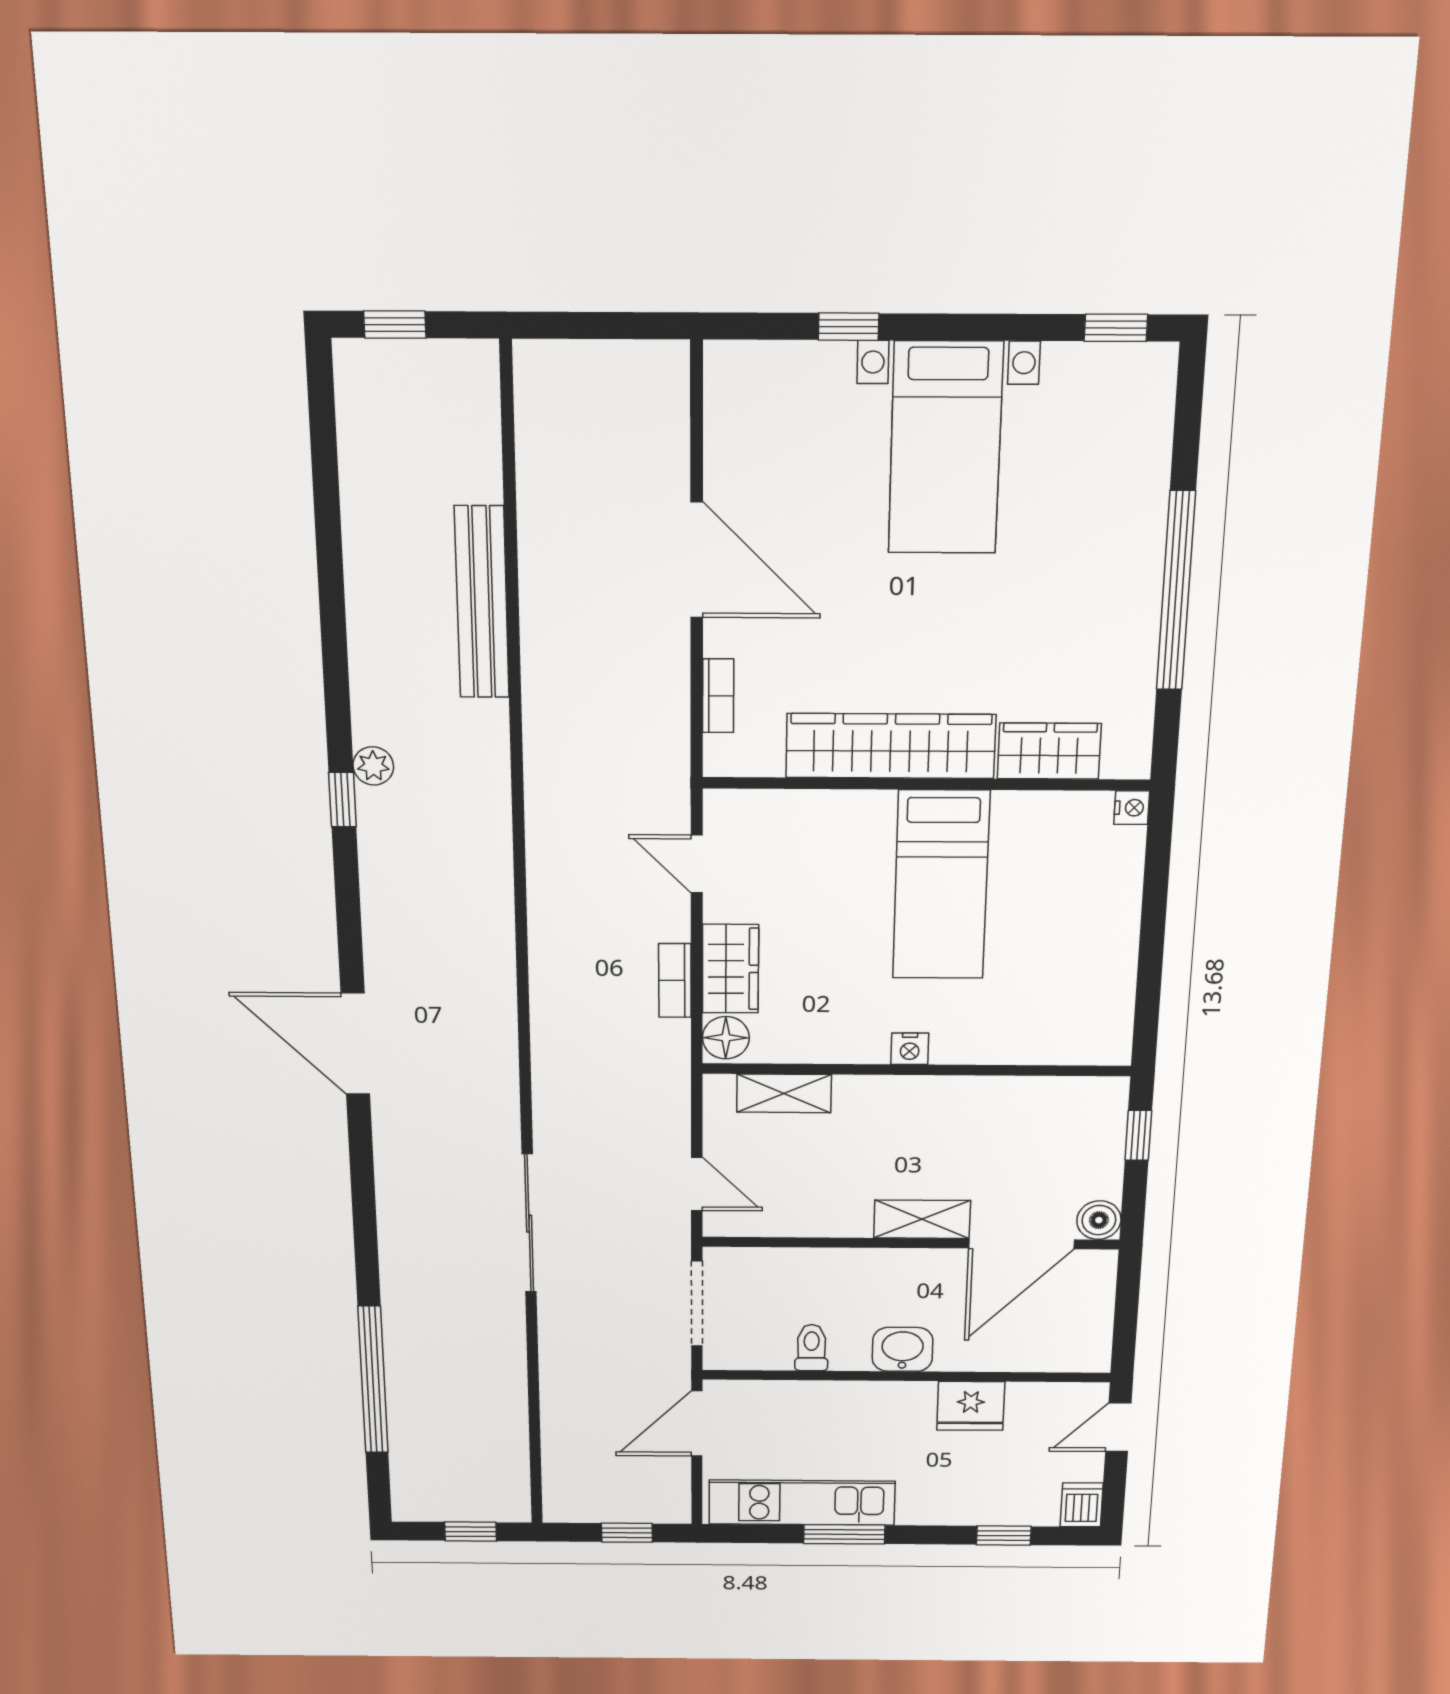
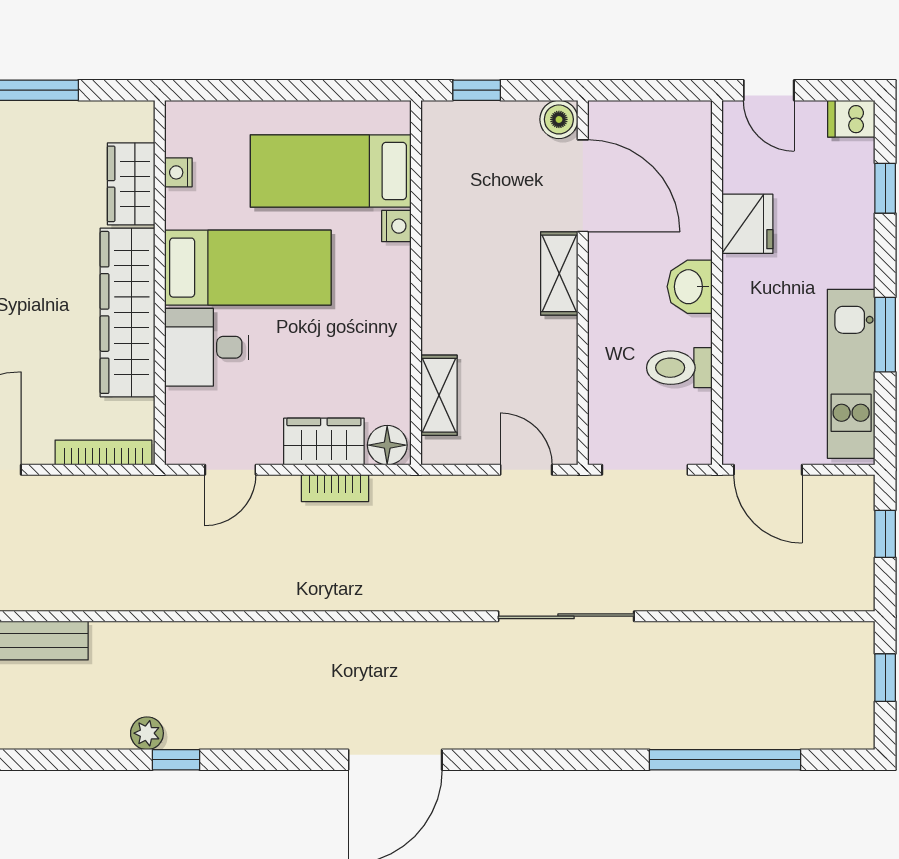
bookcase: (718, 696) -> (103, 453), width x1.56
nightstand: (1132, 808) -> (178, 172), moved, turned -90
desk: (846, 838) -> (207, 347), added
bed: (1053, 978) -> (331, 171), added
nightstand: (910, 1049) -> (396, 226), moved
door: (697, 1184) -> (526, 470), hinge flipped
toilet: (812, 1348) -> (679, 368), width x1.37, depth x1.39

